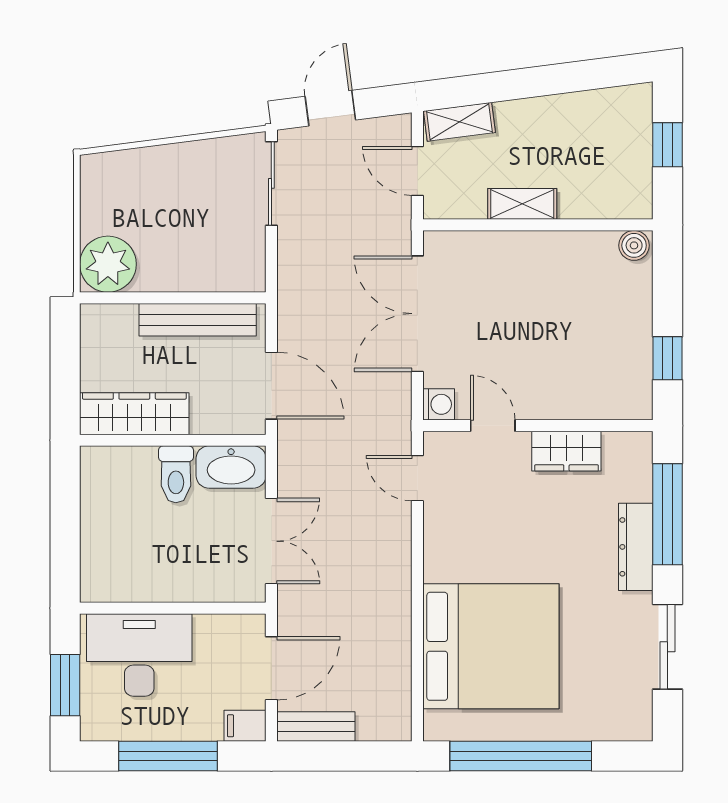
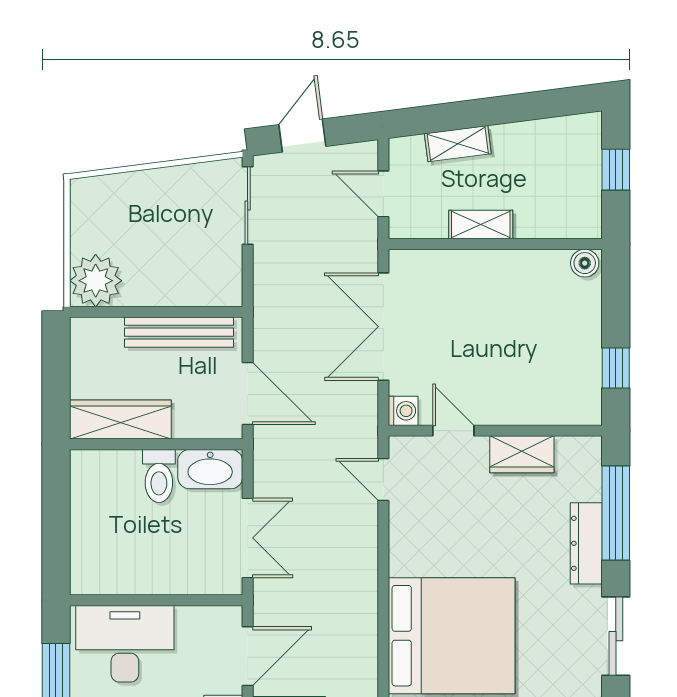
shelving: (459, 122) -> (458, 144), moved

